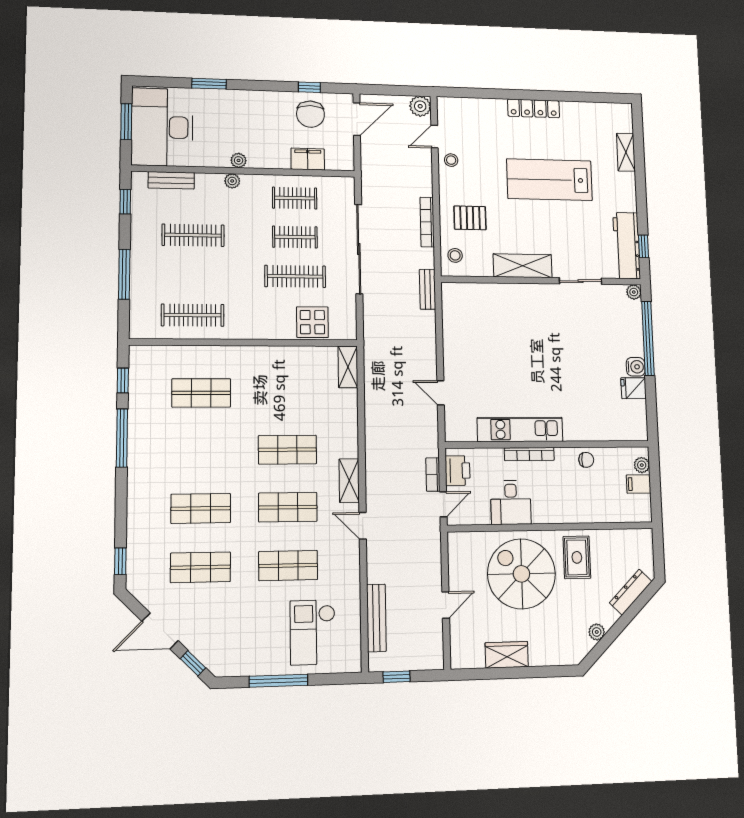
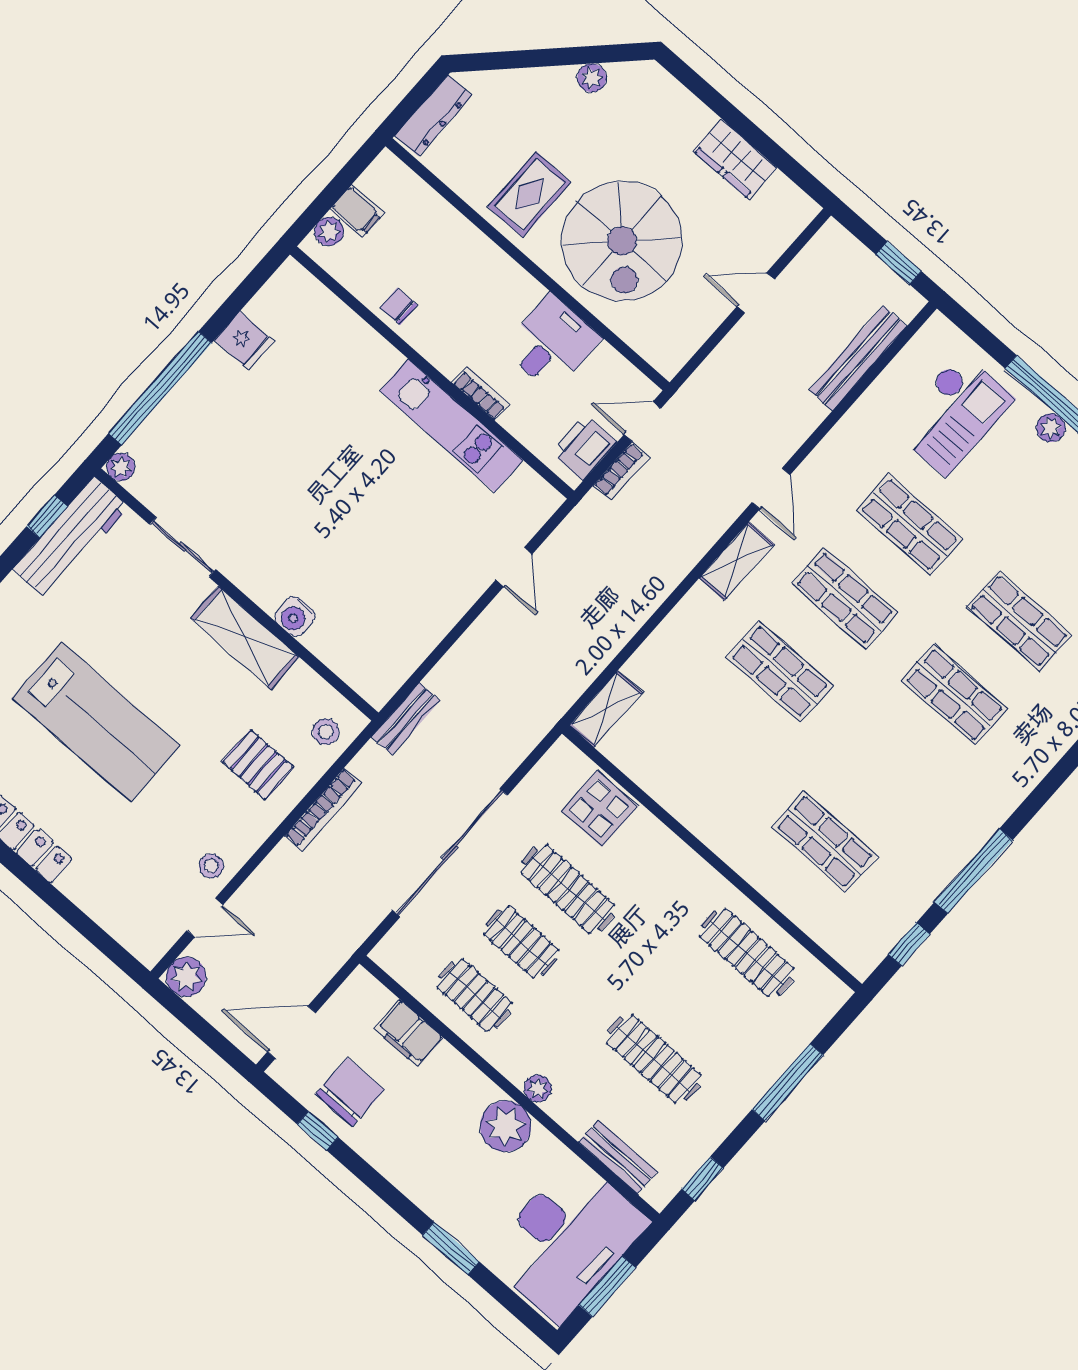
plant: (239, 160) -> (506, 1126), width x1.87, depth x1.87
water cooler: (636, 367) -> (295, 616), moved, turned -90
bookcase: (529, 454) -> (481, 393), width x0.64
dresser: (631, 592) -> (433, 116), moved, turned -45
plant: (263, 667) -> (1051, 428), added

